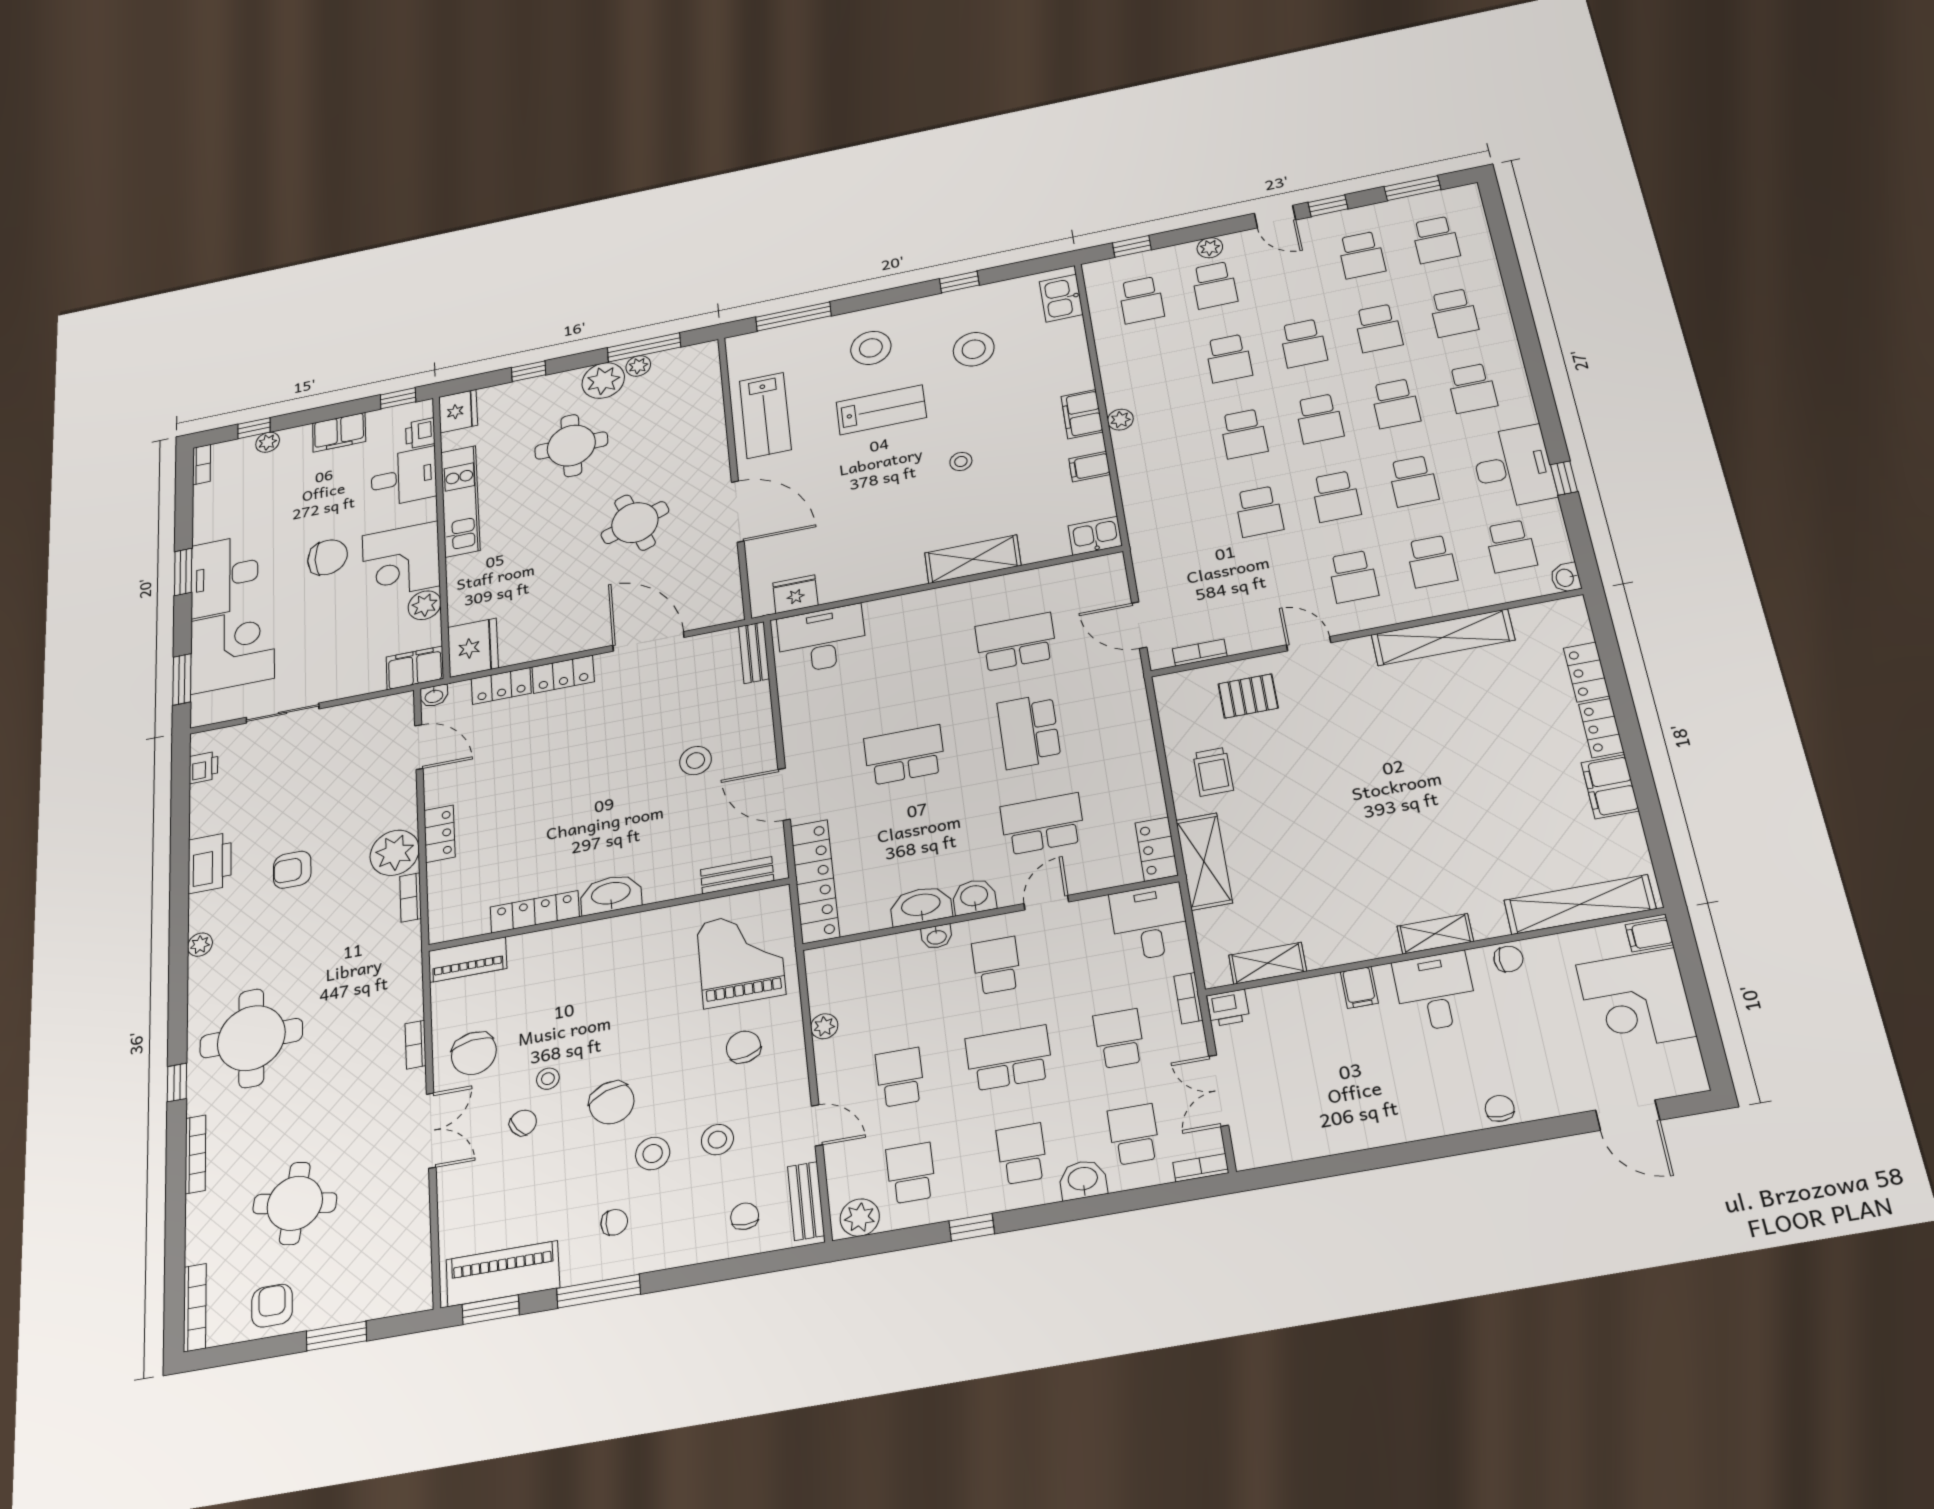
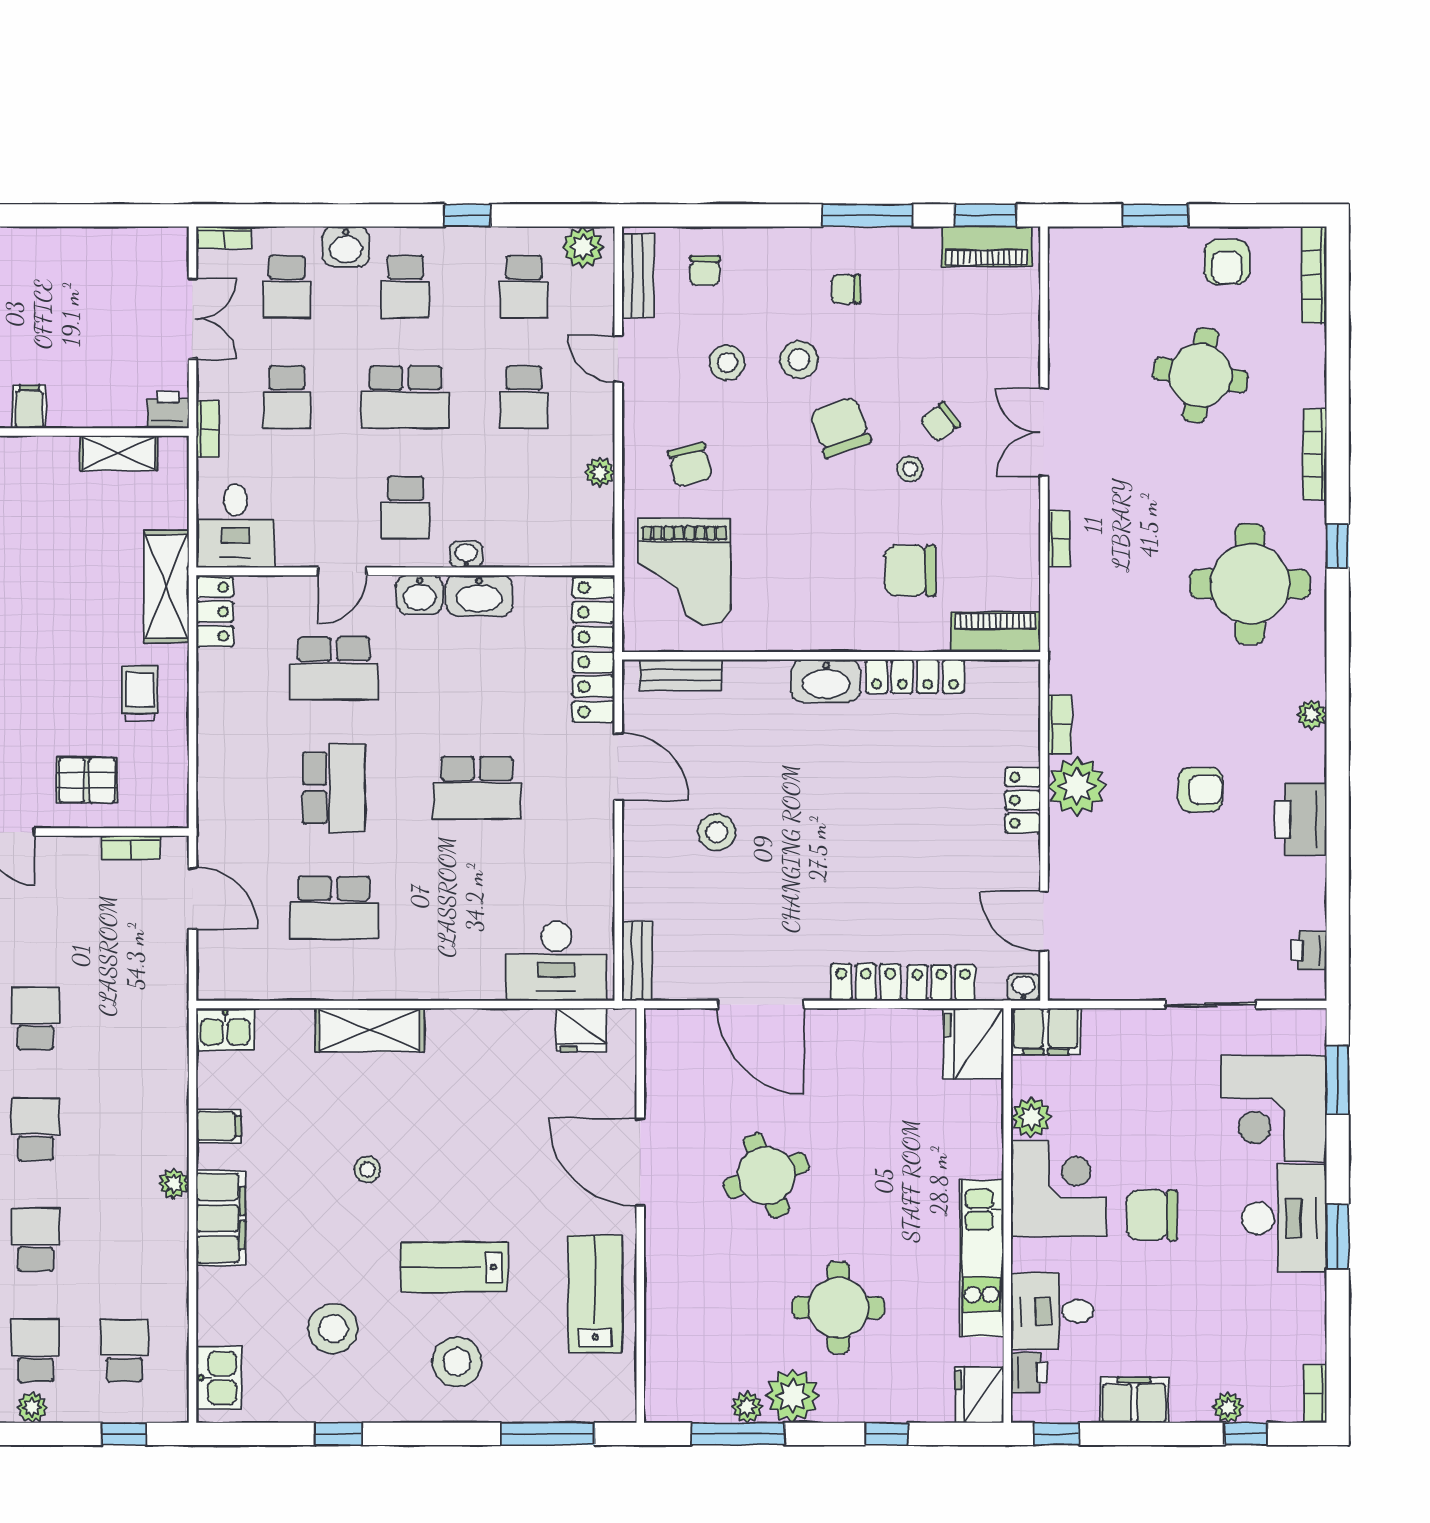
filing cabinet: (1082, 414) -> (221, 1218), width x1.50, depth x1.17
chair: (474, 1053) -> (910, 571), moved, turned -82
piano: (503, 1274) -> (987, 247), width x0.73, depth x0.75

